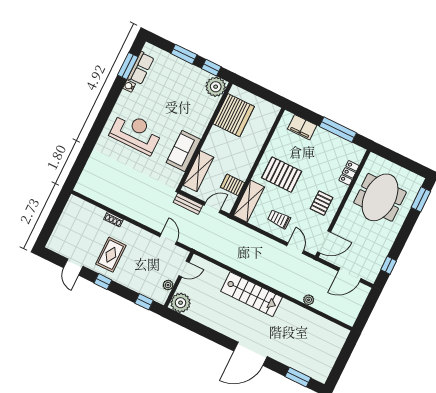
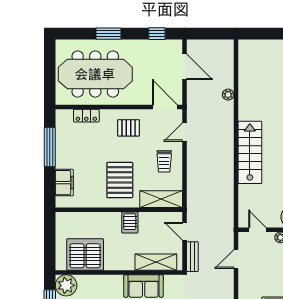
server rack: (233, 185) -> (130, 223), moved
meeting table: (380, 197) -> (95, 74), width x1.36
window: (421, 199) -> (108, 34), moved

